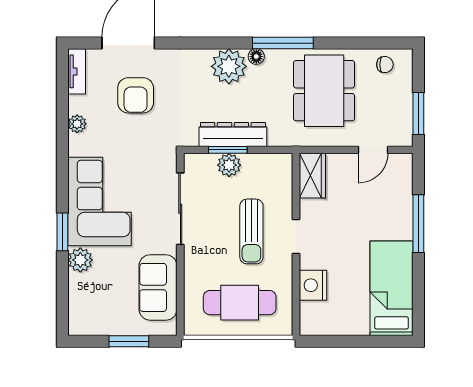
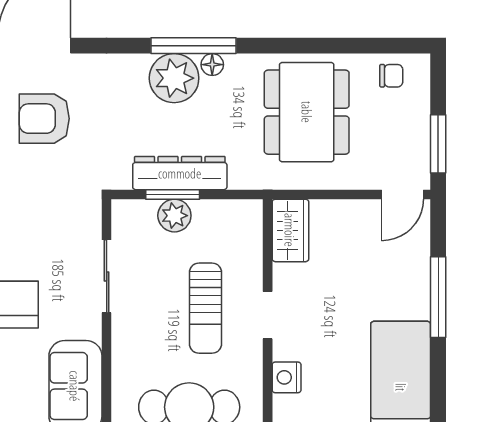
window: (283, 43) -> (193, 46), moved
armchair: (136, 95) -> (44, 119), turned 90
door: (373, 150) -> (402, 194), moved
sliding door: (180, 209) -> (107, 276), width x0.73
nightstand: (313, 285) -> (287, 377), width x0.74, depth x0.75

